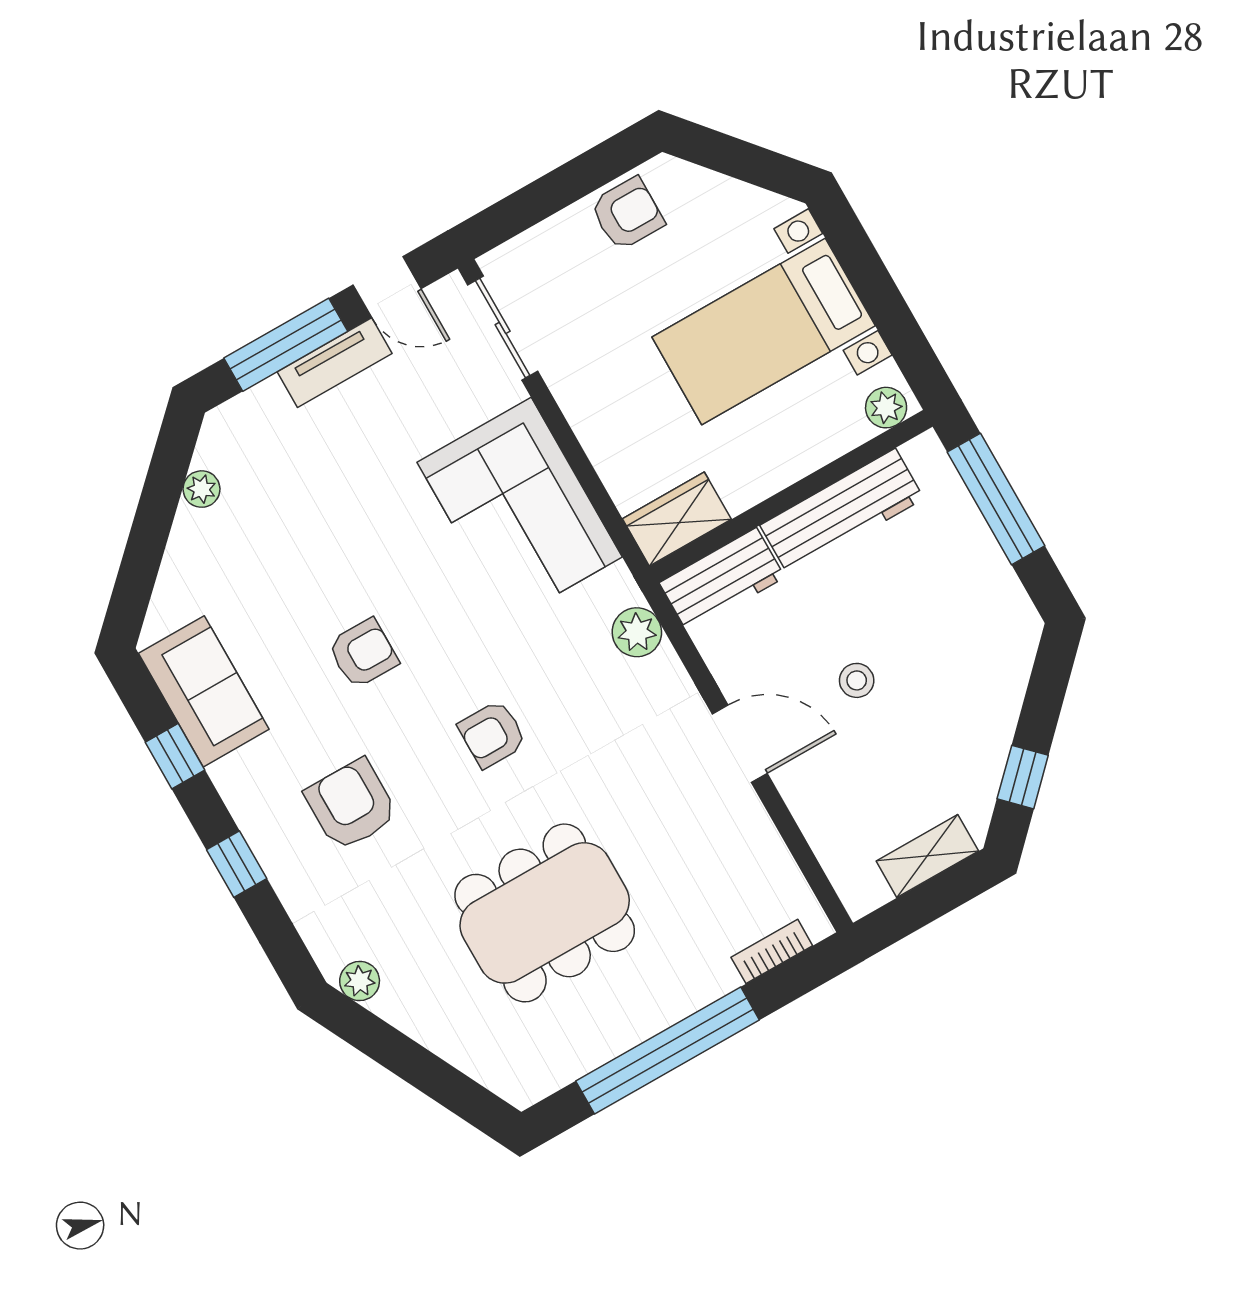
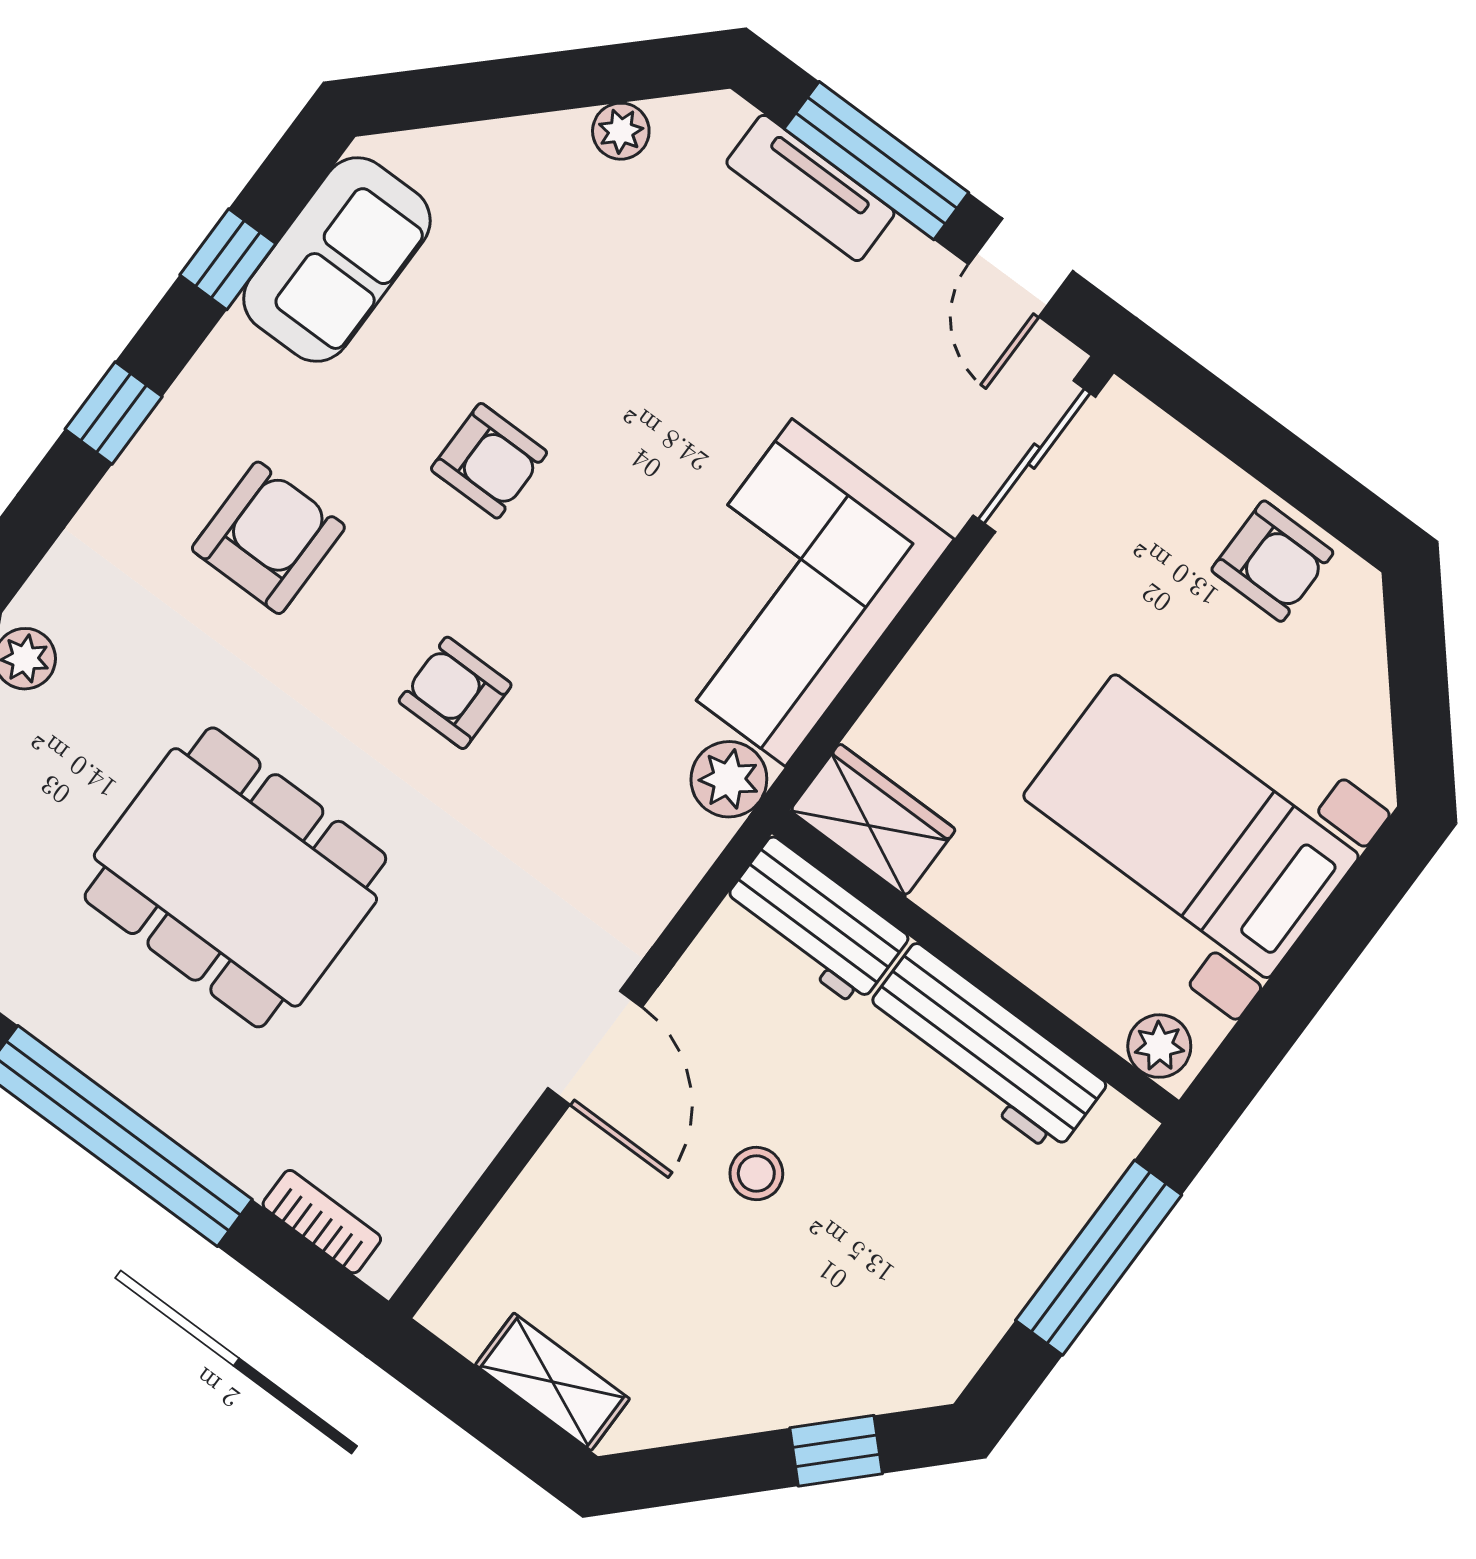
tv unit: (335, 363) -> (810, 188), moved
plant: (637, 632) -> (729, 779), moved
window: (1023, 777) -> (836, 1451), moved

